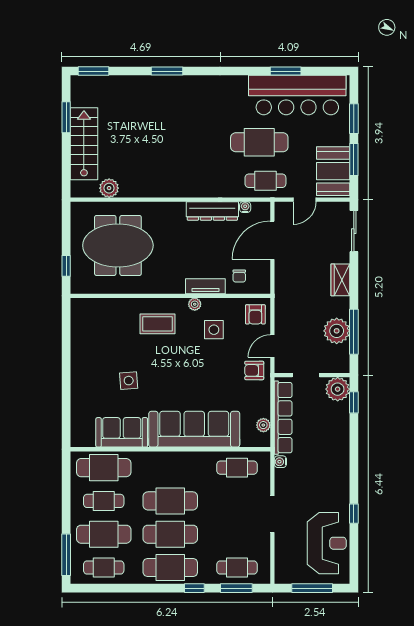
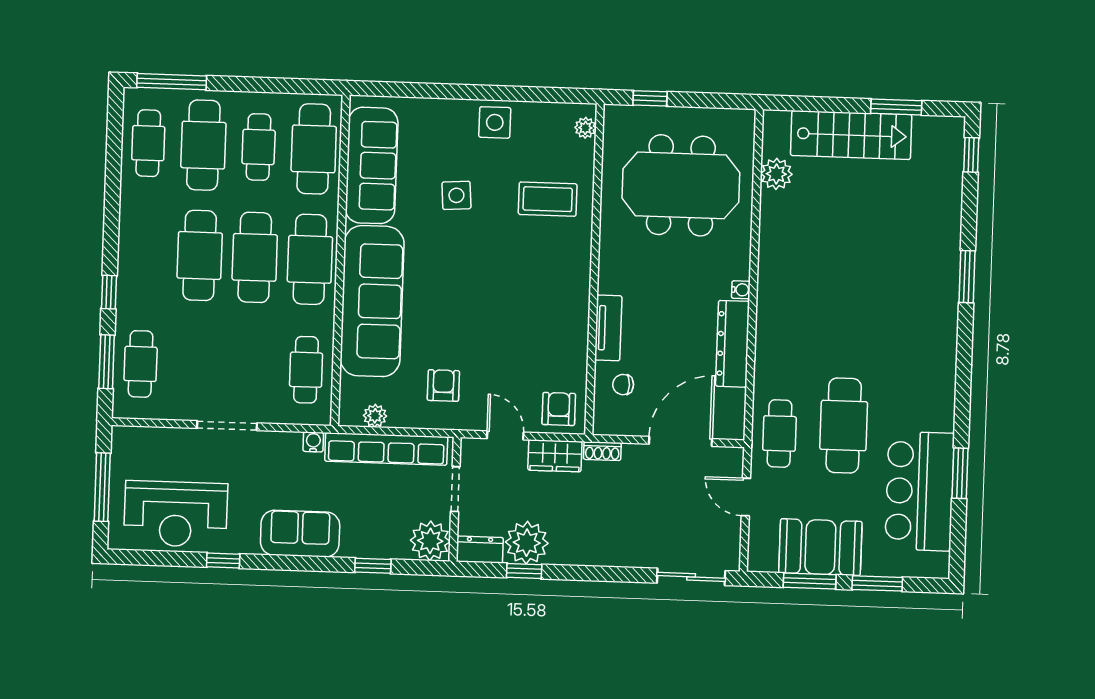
window: (93, 71) -> (971, 155), width x0.67
bar counter: (297, 95) -> (920, 491), width x0.73
booth: (333, 171) -> (820, 547), moved
water cooler: (245, 207) -> (741, 290), moved
door: (272, 240) -> (681, 441), hinge flipped
meeting table: (118, 245) -> (681, 185), turned 90
wardrobe: (340, 280) -> (555, 456), moved, turned 180
shoe rack: (280, 287) -> (602, 451), added
plant: (195, 304) -> (585, 128), moved
armchair: (255, 314) -> (559, 409), turned 90
coffee table: (158, 324) -> (548, 199), moved, turned 90
side table: (214, 330) -> (495, 122), moved
window: (354, 332) -> (524, 571), width x0.46
dresser: (342, 359) -> (480, 550), added
armchair: (254, 370) -> (443, 386), moved
window: (354, 402) -> (373, 566), moved
sofa: (122, 432) -> (372, 165), width x1.36
sofa: (336, 468) -> (300, 534), added
cafe table: (170, 568) -> (310, 259), moved

